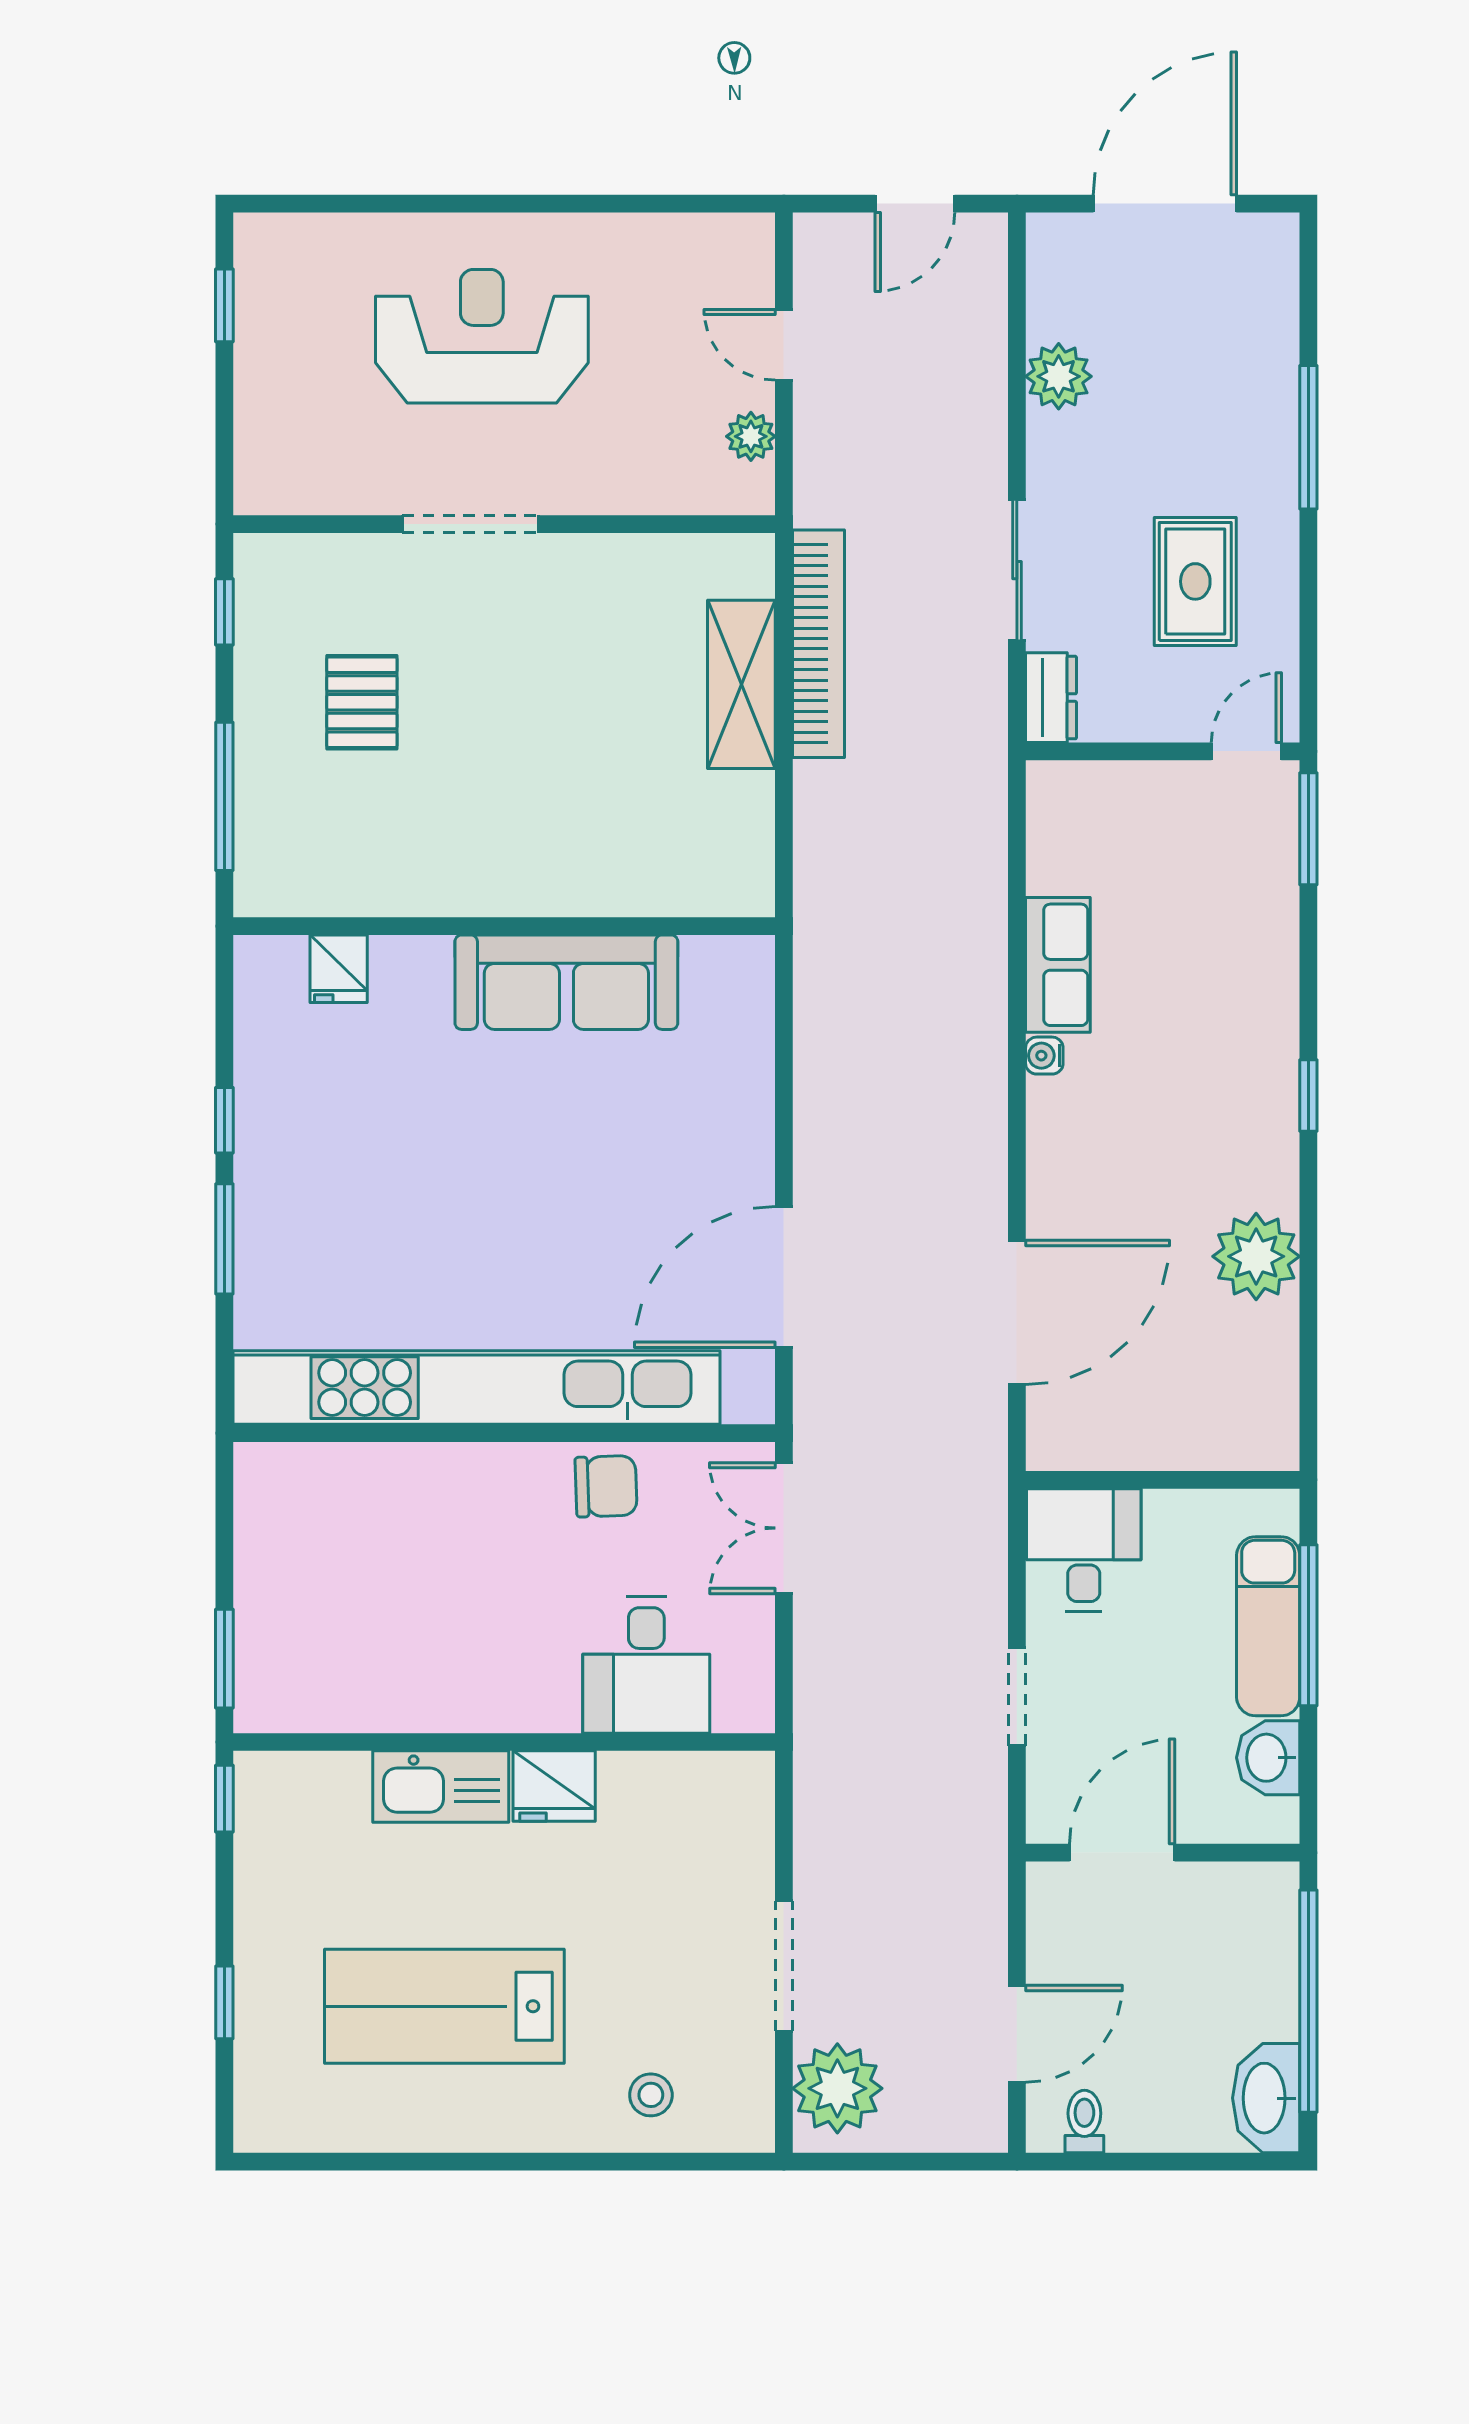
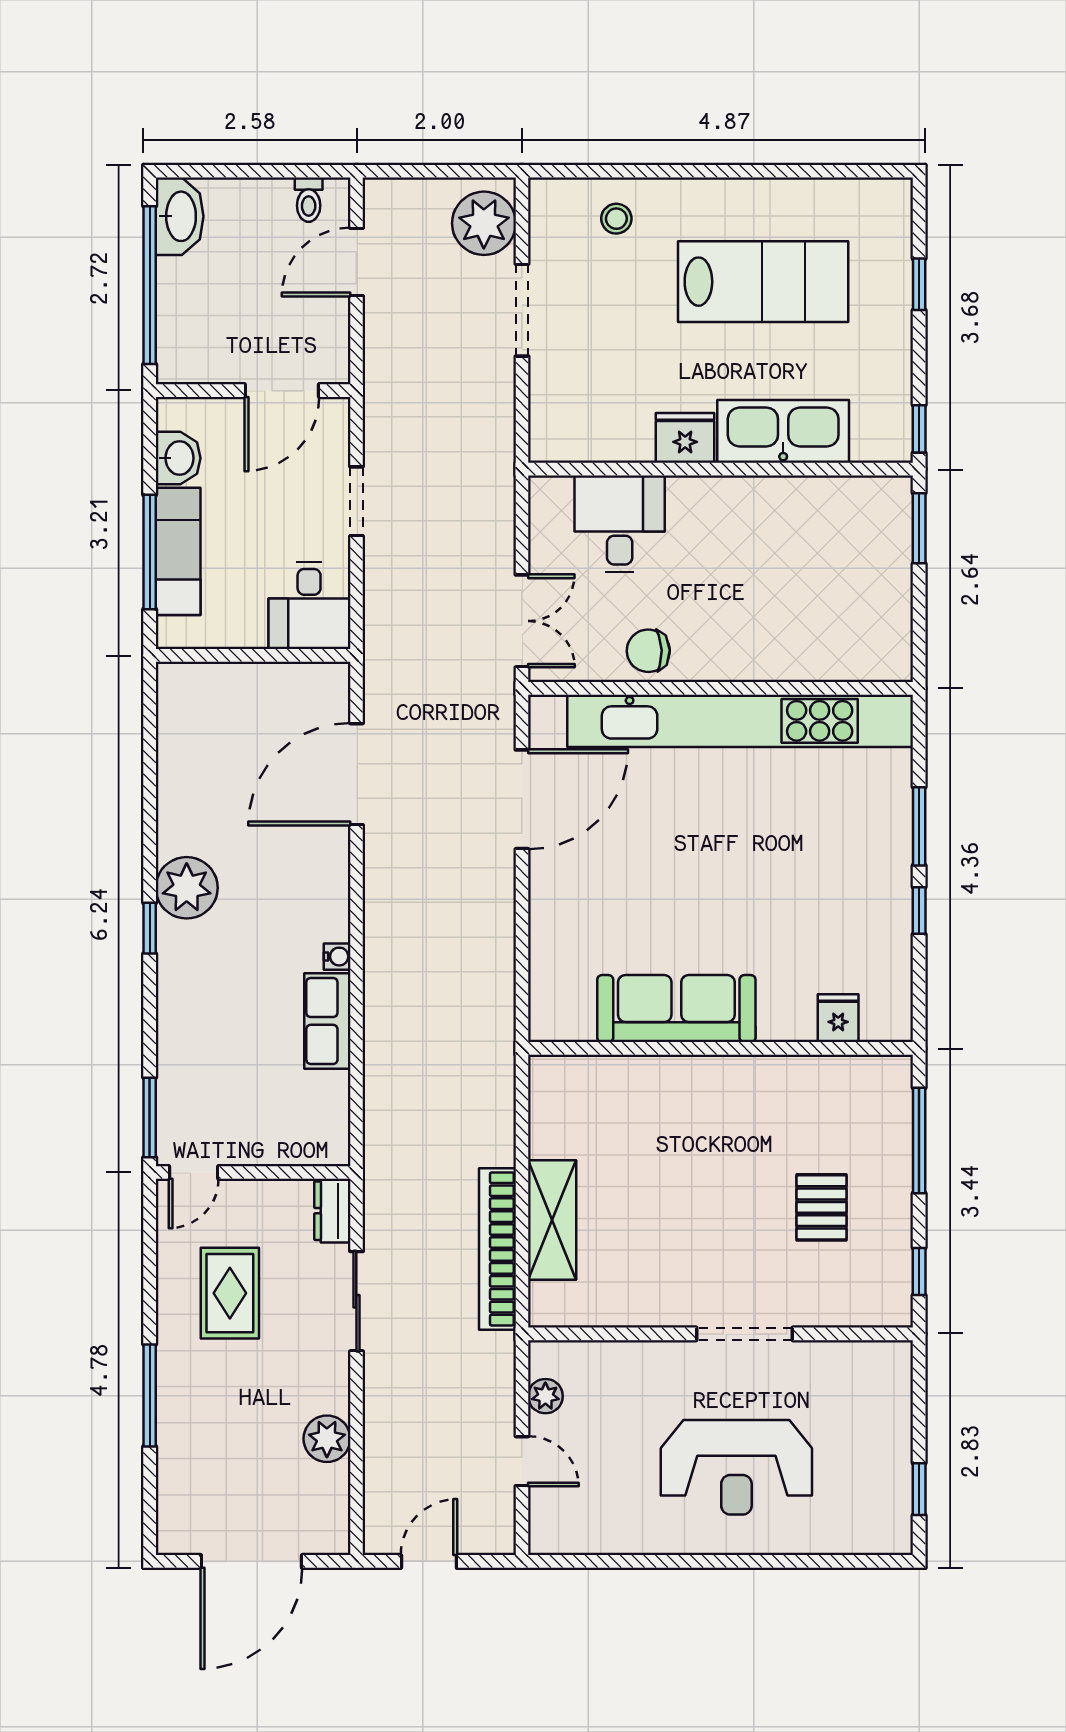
plant: (1256, 1256) -> (187, 888), moved
kitchen sink: (441, 1787) -> (783, 431), width x1.36, depth x1.24

